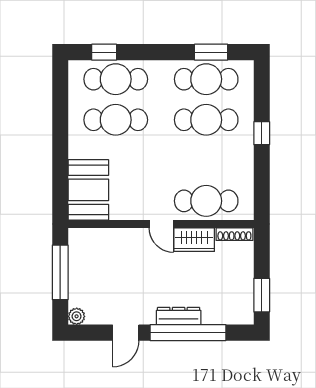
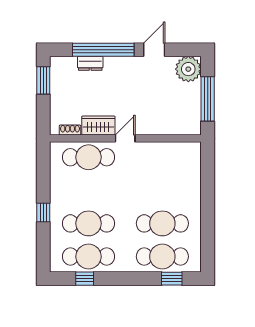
window: (211, 52) -> (85, 279), width x0.67
booth: (88, 190) -> (185, 166), removed
door: (161, 224) -> (125, 138), hinge flipped
shoe rack: (234, 234) -> (70, 130), width x0.70
plant: (77, 316) -> (188, 69), width x1.88, depth x1.88
dresser: (179, 316) -> (90, 63), moved, width x0.70

